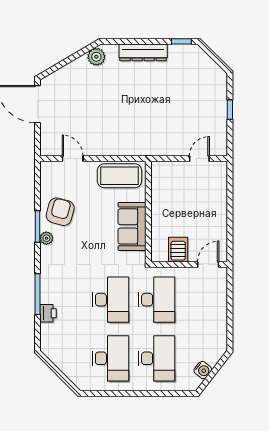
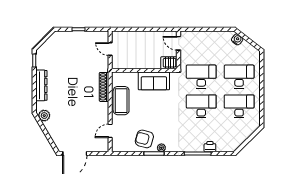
shoe rack: (141, 149) -> (104, 87), added
wall: (148, 212) -> (144, 70), moved
sofa: (132, 226) -> (154, 81), moved
water cooler: (203, 370) -> (237, 39), moved

